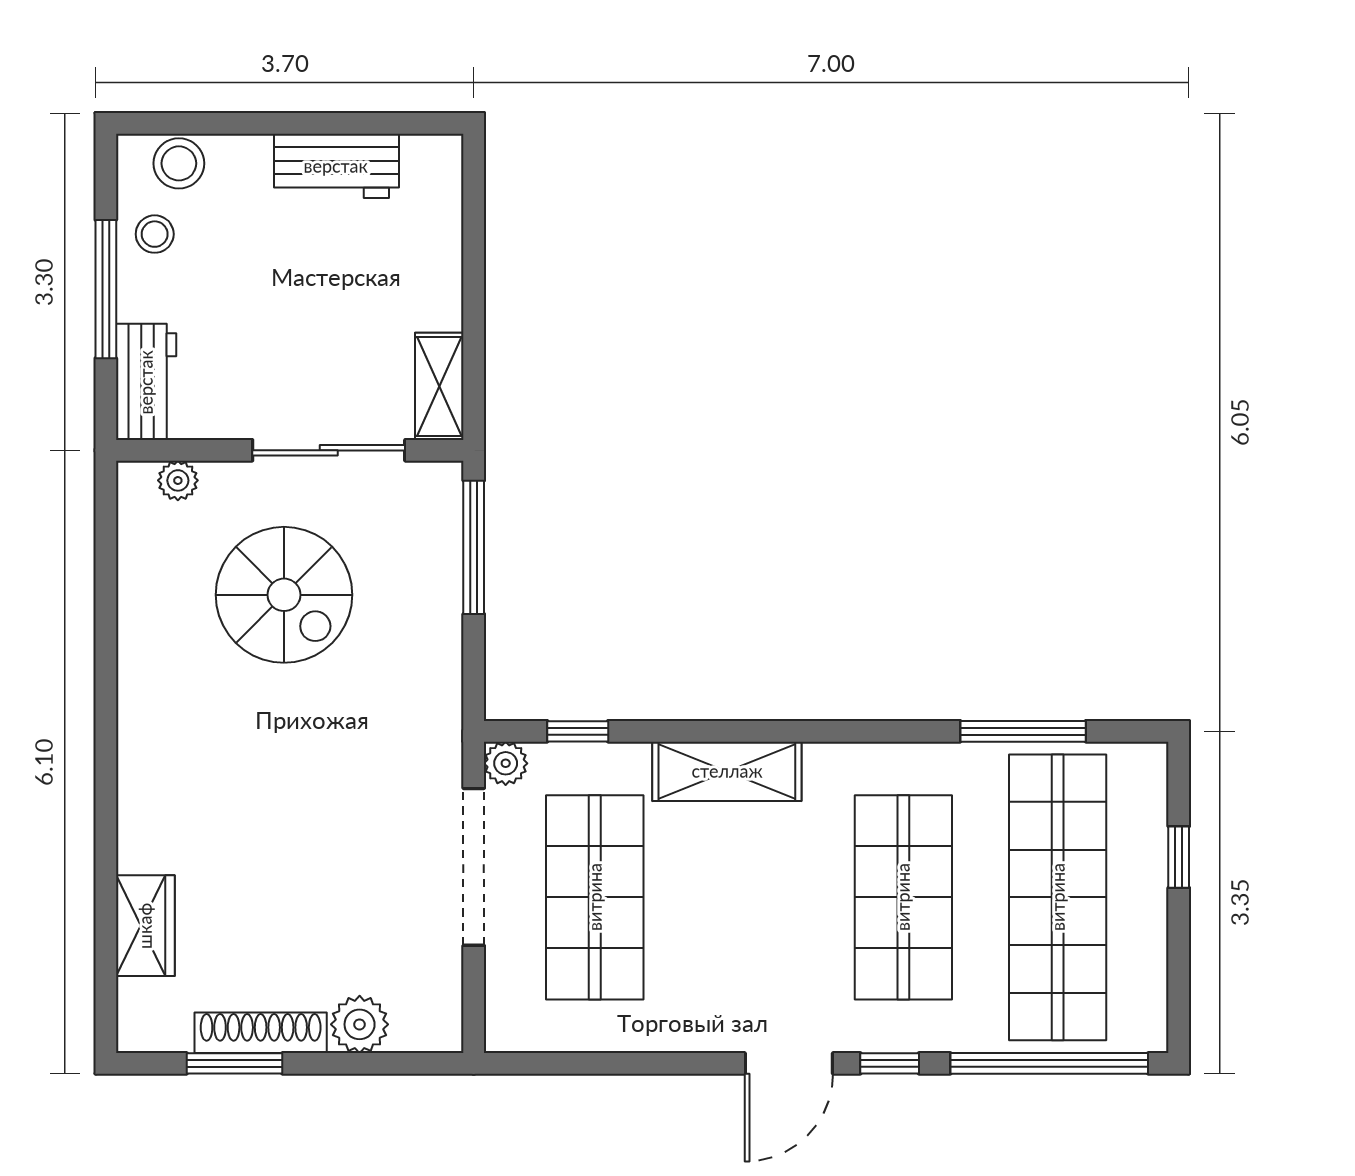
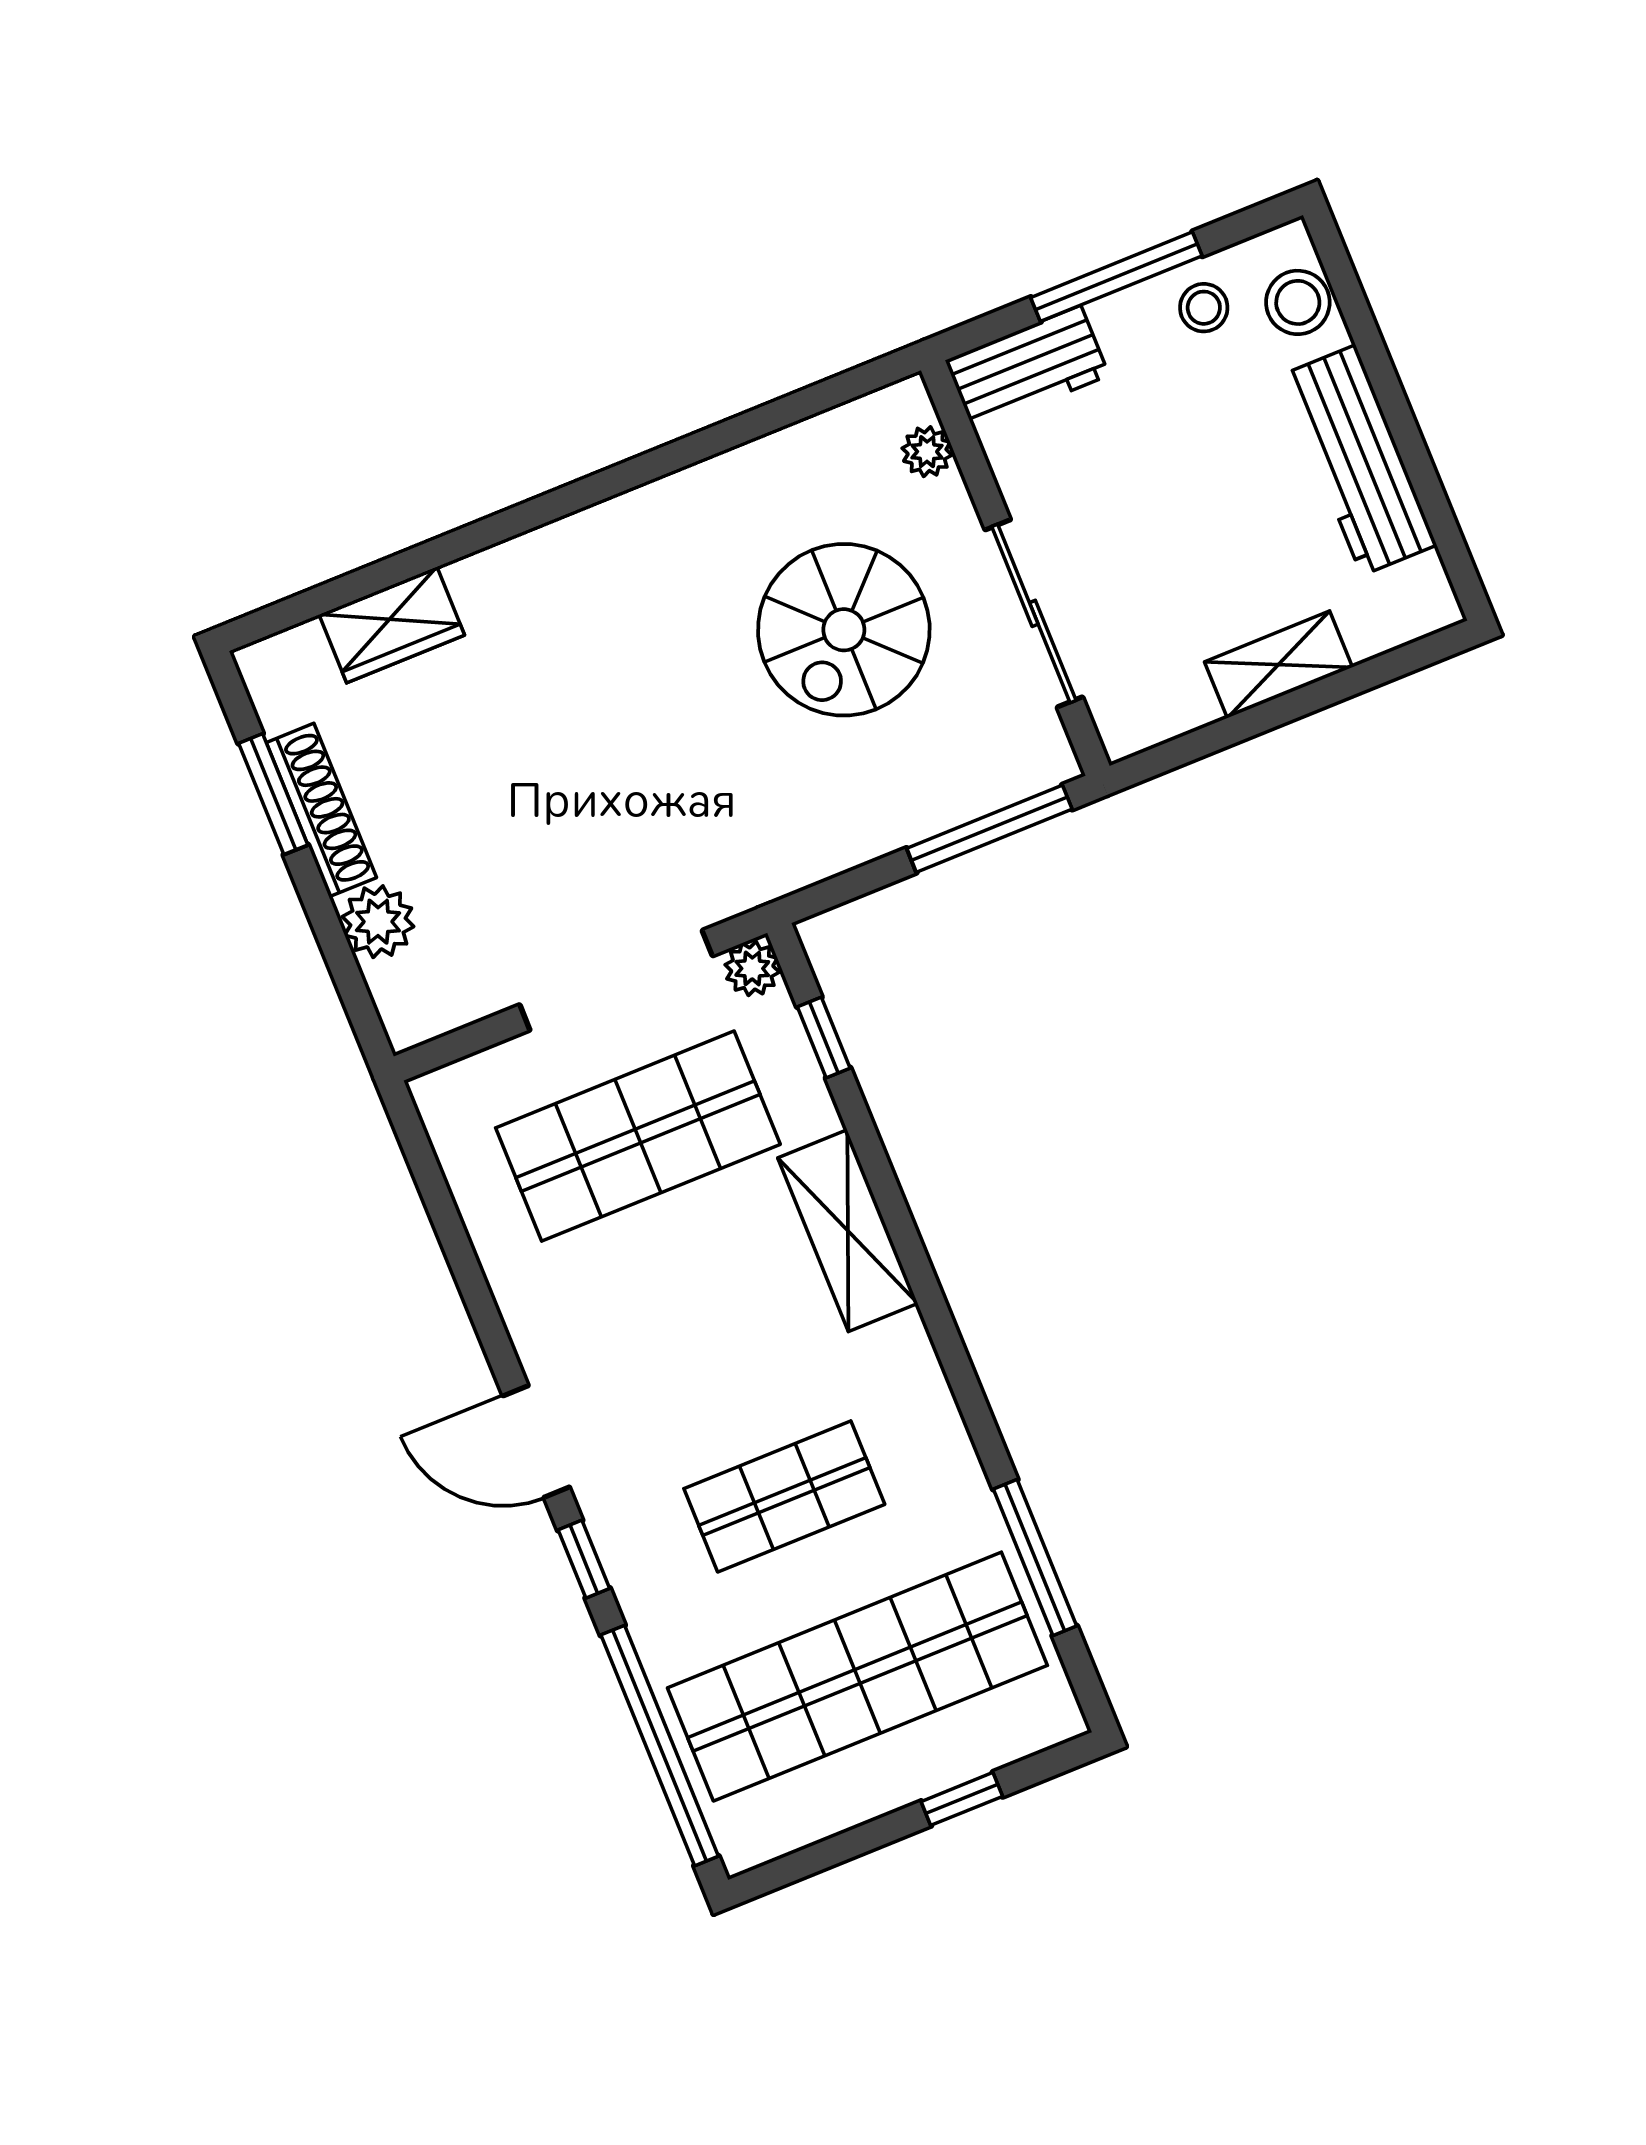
workbench: (336, 166) -> (1359, 460), width x1.38
shelving: (439, 386) -> (1279, 665), moved
shop shelf: (903, 897) -> (784, 1496), width x0.70, depth x0.74

